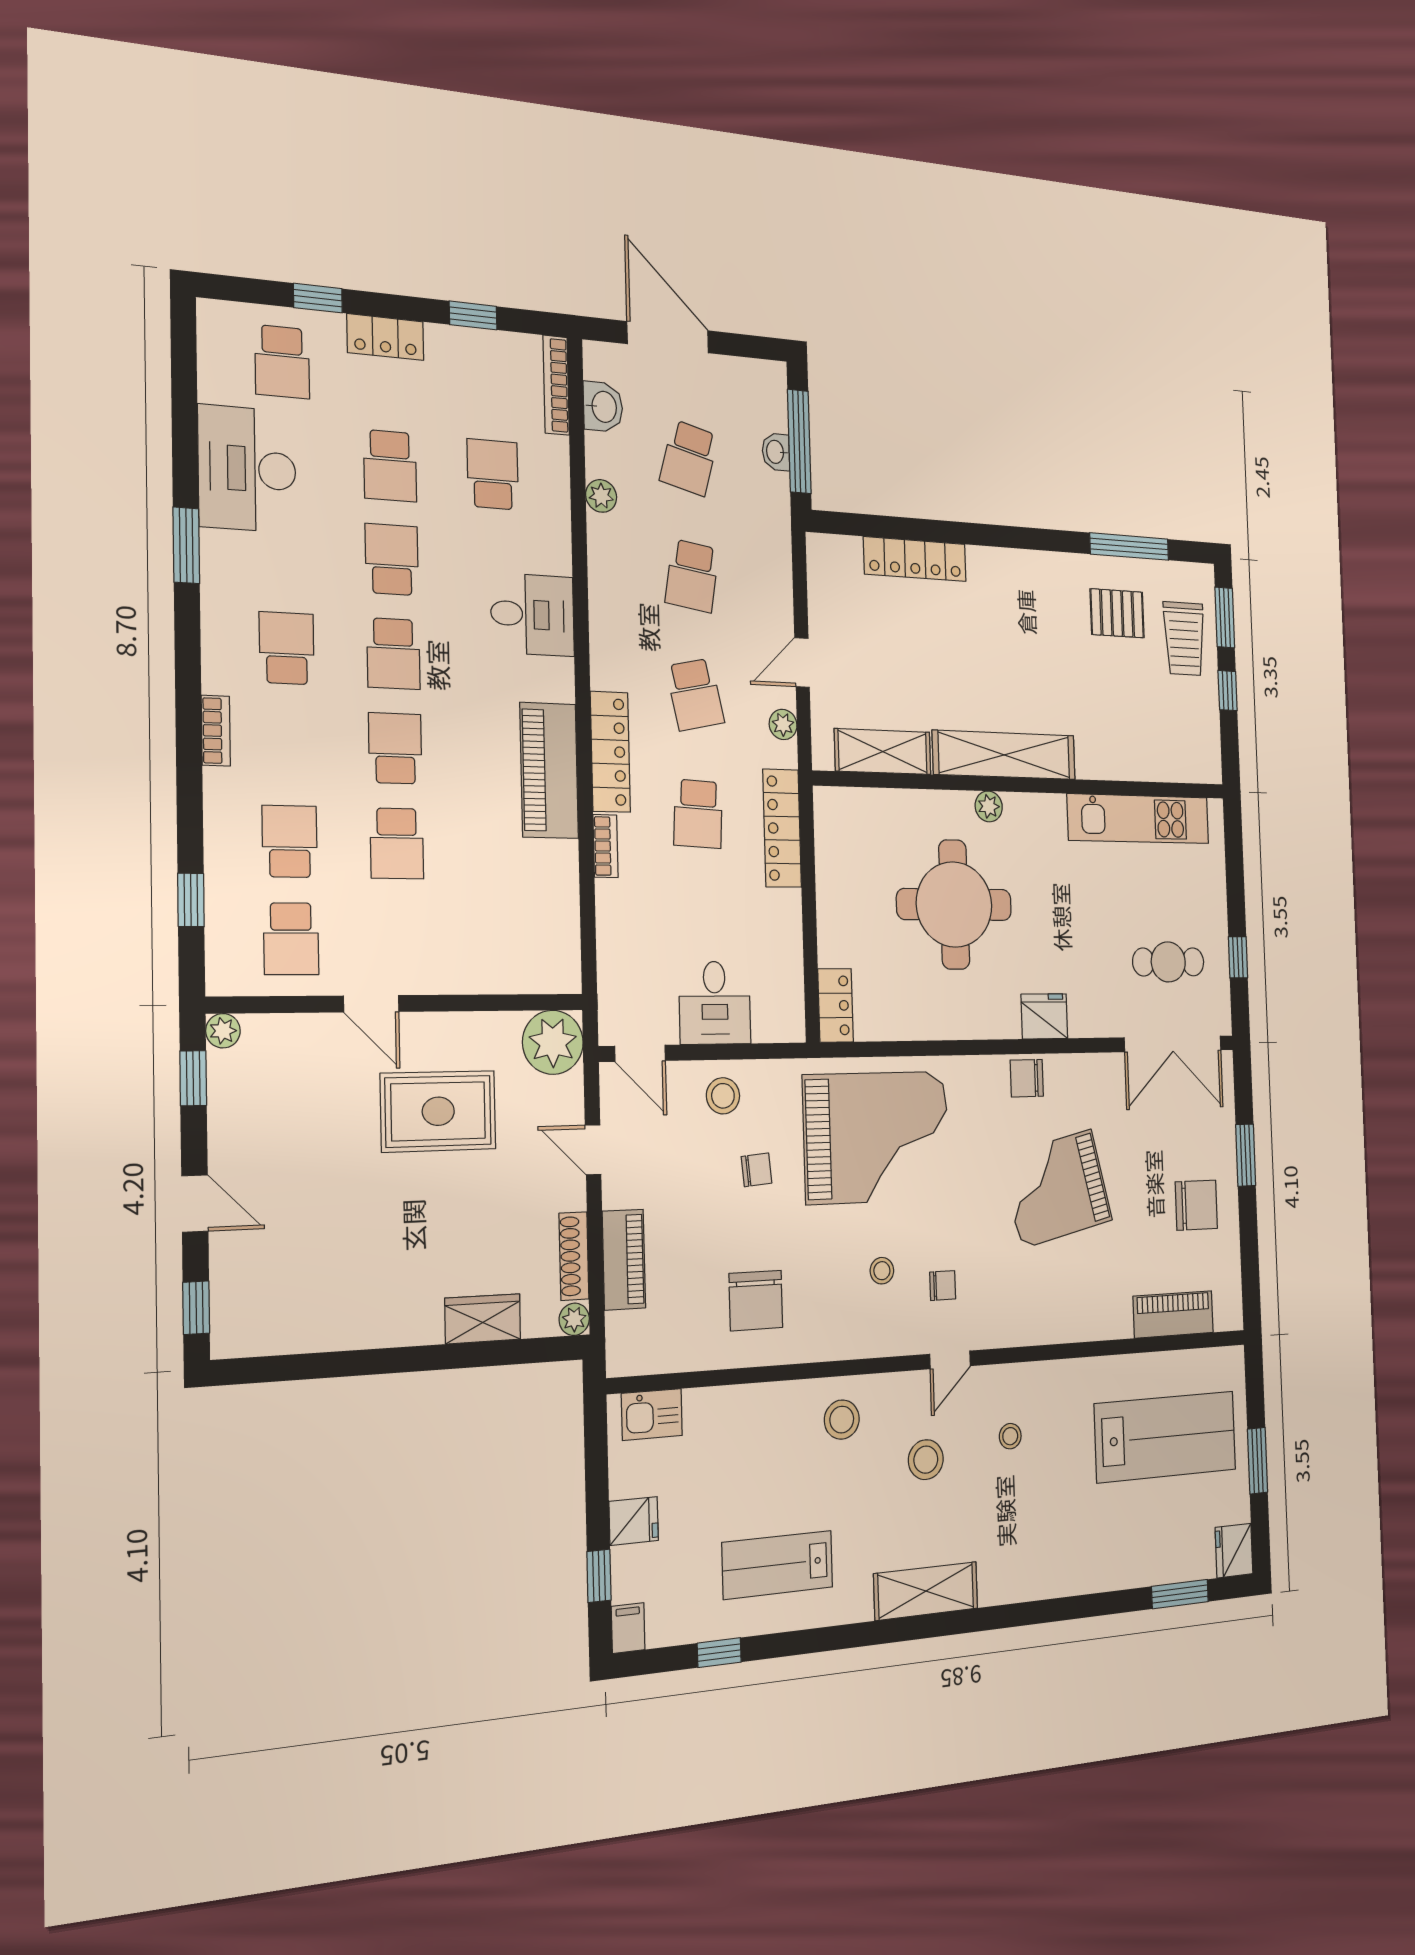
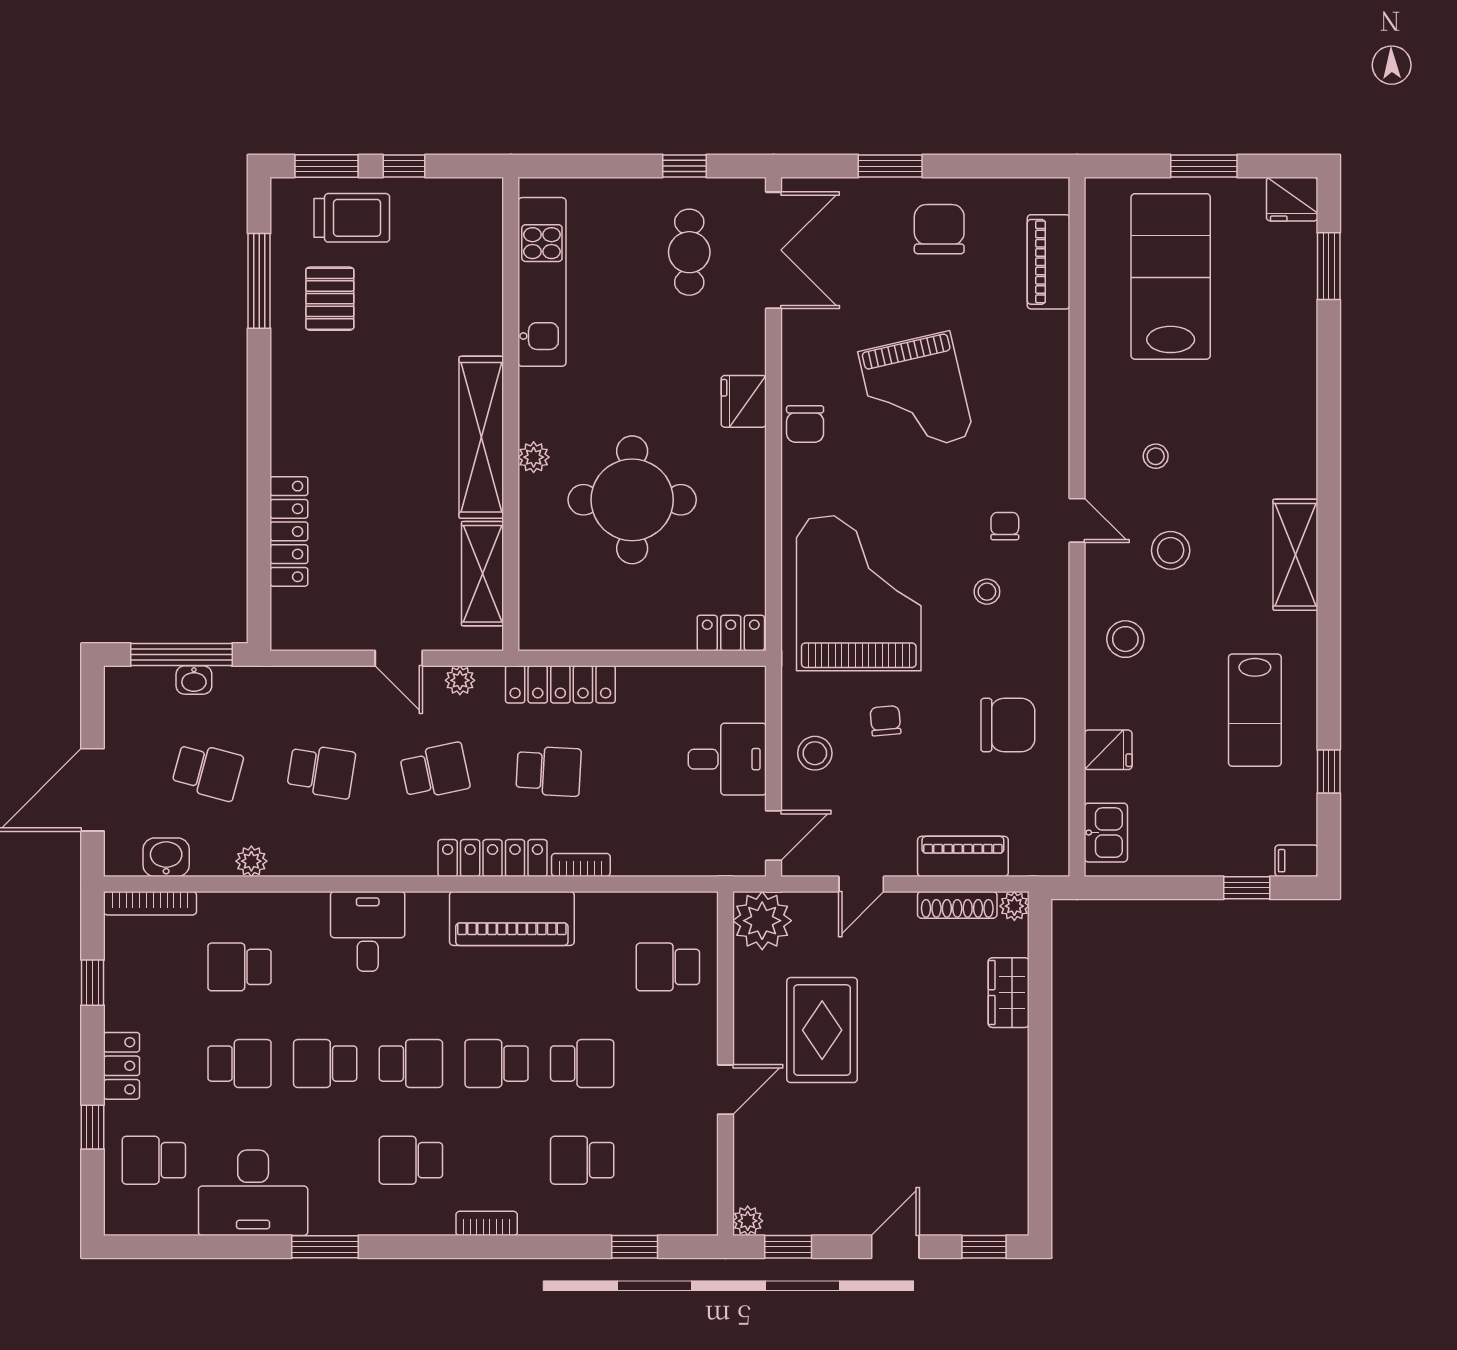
school desk: (282, 362) -> (154, 1160), turned 180
school desk: (291, 939) -> (668, 967), moved, turned 180
fridge: (634, 1521) -> (1108, 750), moved, turned 90

